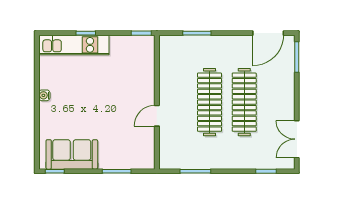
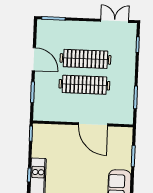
door: (268, 33) -> (34, 59), moved
door: (157, 116) -> (93, 124), width x1.87
double door: (297, 139) -> (115, 21), swing flipped

